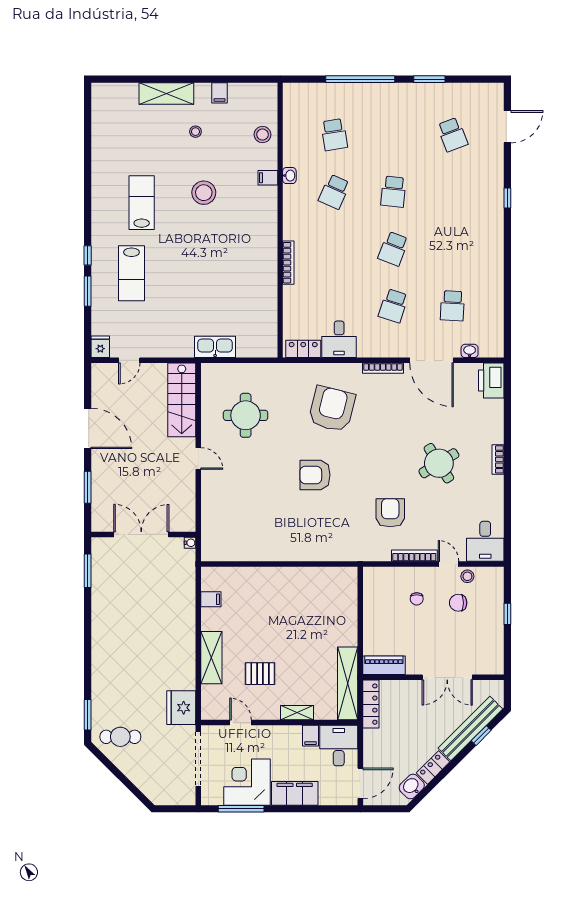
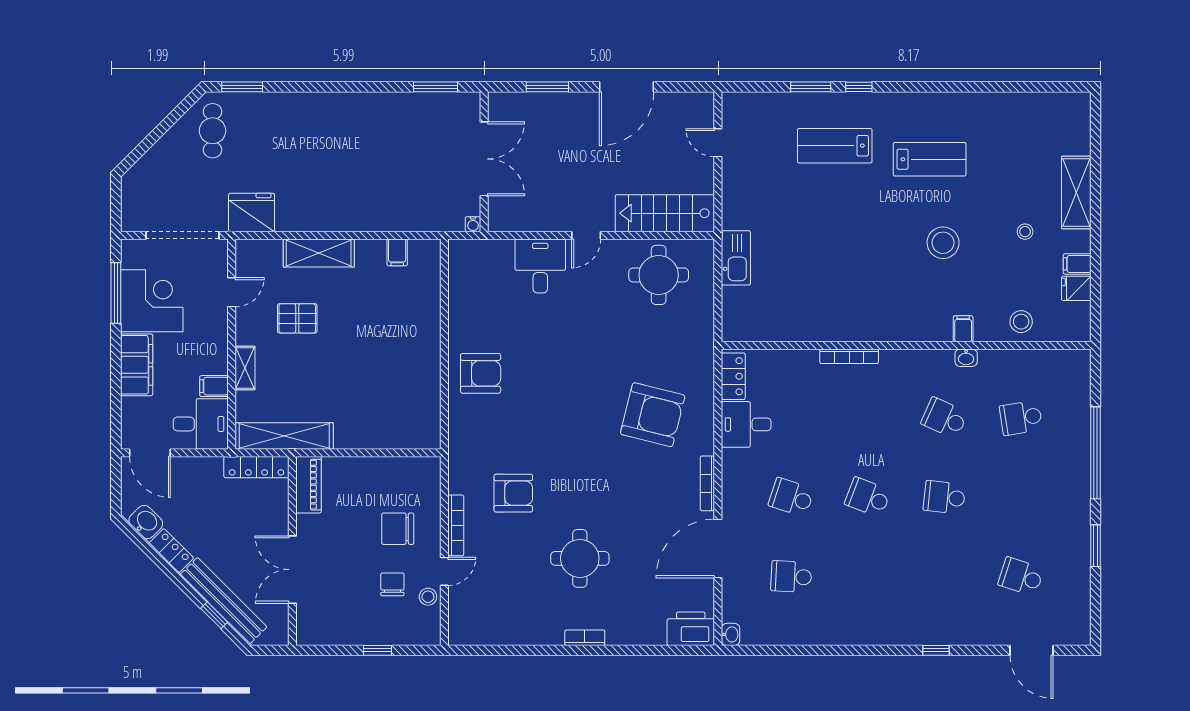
school desk: (452, 135) -> (1021, 577), turned 39
fridge: (100, 347) -> (1076, 288), moved, turned 180
washbasin: (470, 351) -> (731, 634), moved
round table: (246, 415) -> (659, 275), moved
round table: (439, 463) -> (580, 558), turned 32
armchair: (315, 475) -> (481, 373), moved, turned 90
desk: (485, 541) -> (540, 266), moved, turned 90
chair: (417, 599) -> (398, 529), width x1.87, depth x1.87
pallet: (260, 674) -> (297, 318), turned 90

